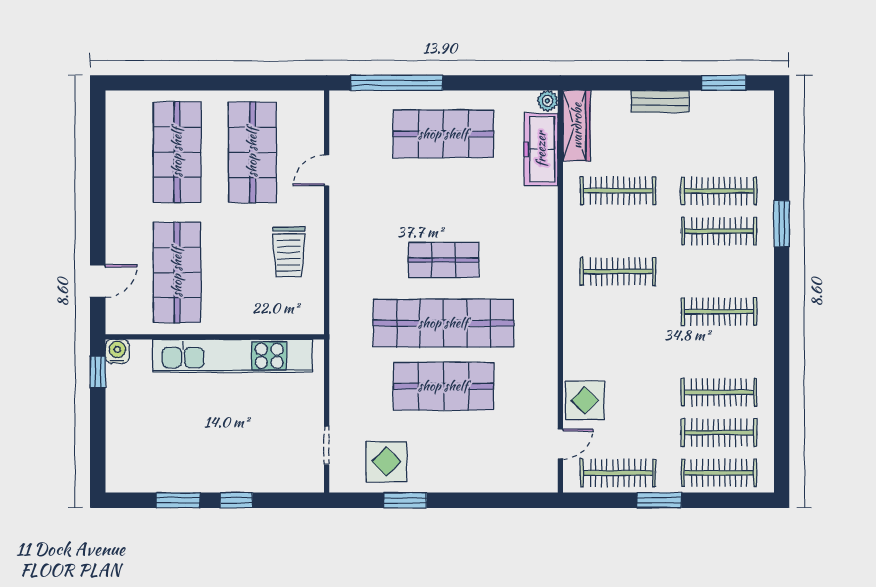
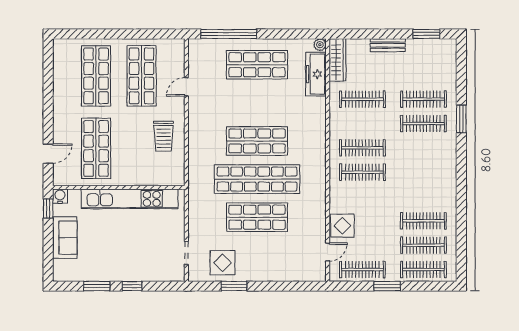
shop shelf: (443, 260) -> (257, 141), width x1.43, depth x1.36
clothes rail: (719, 312) -> (362, 172), moved
sofa: (125, 420) -> (65, 238), added

